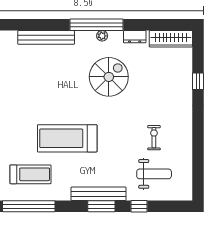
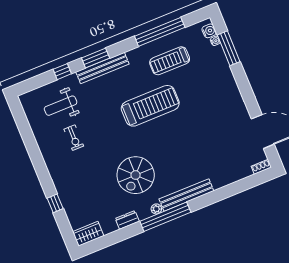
bench: (46, 37) -> (186, 195), moved
wardrobe: (171, 39) -> (88, 234), width x0.67

